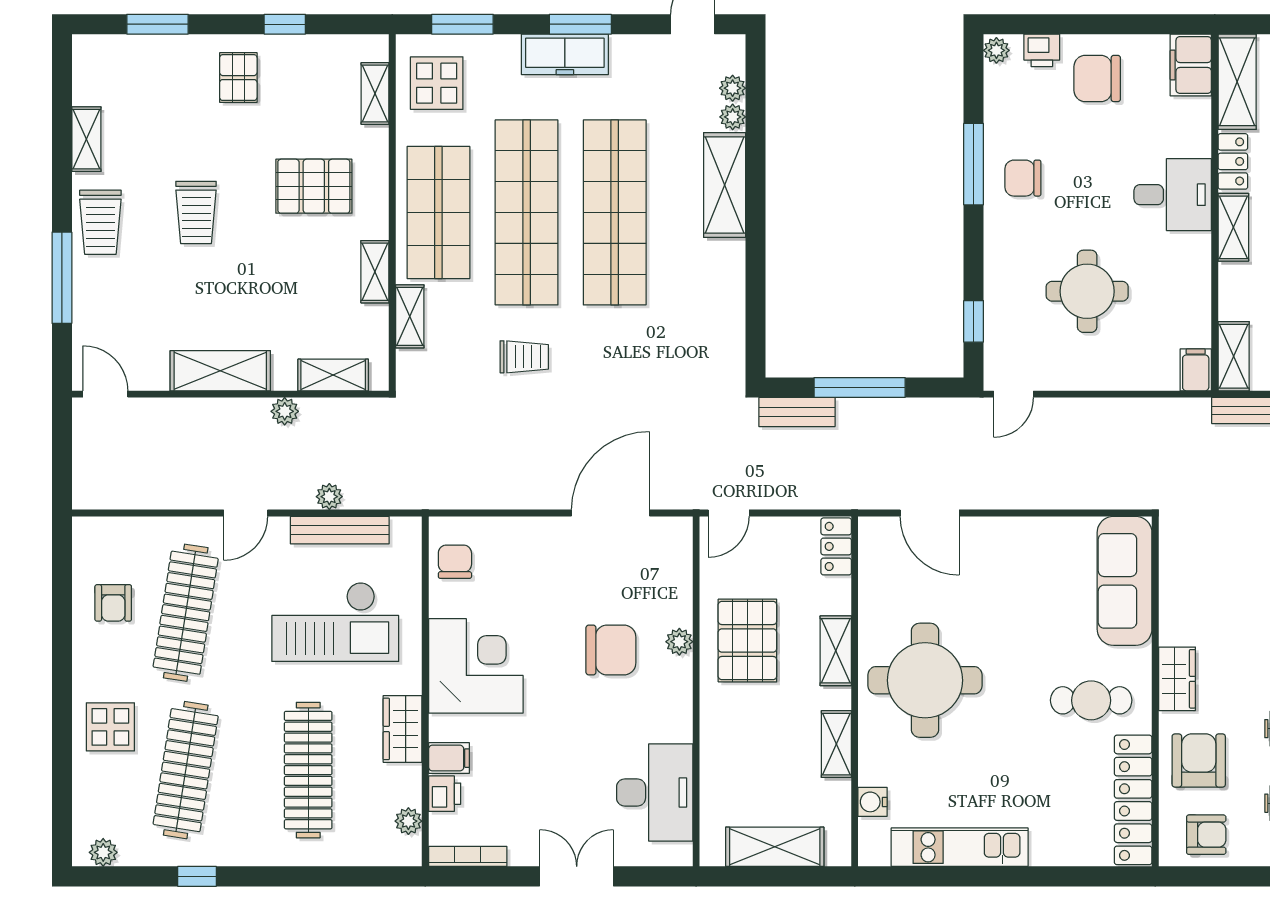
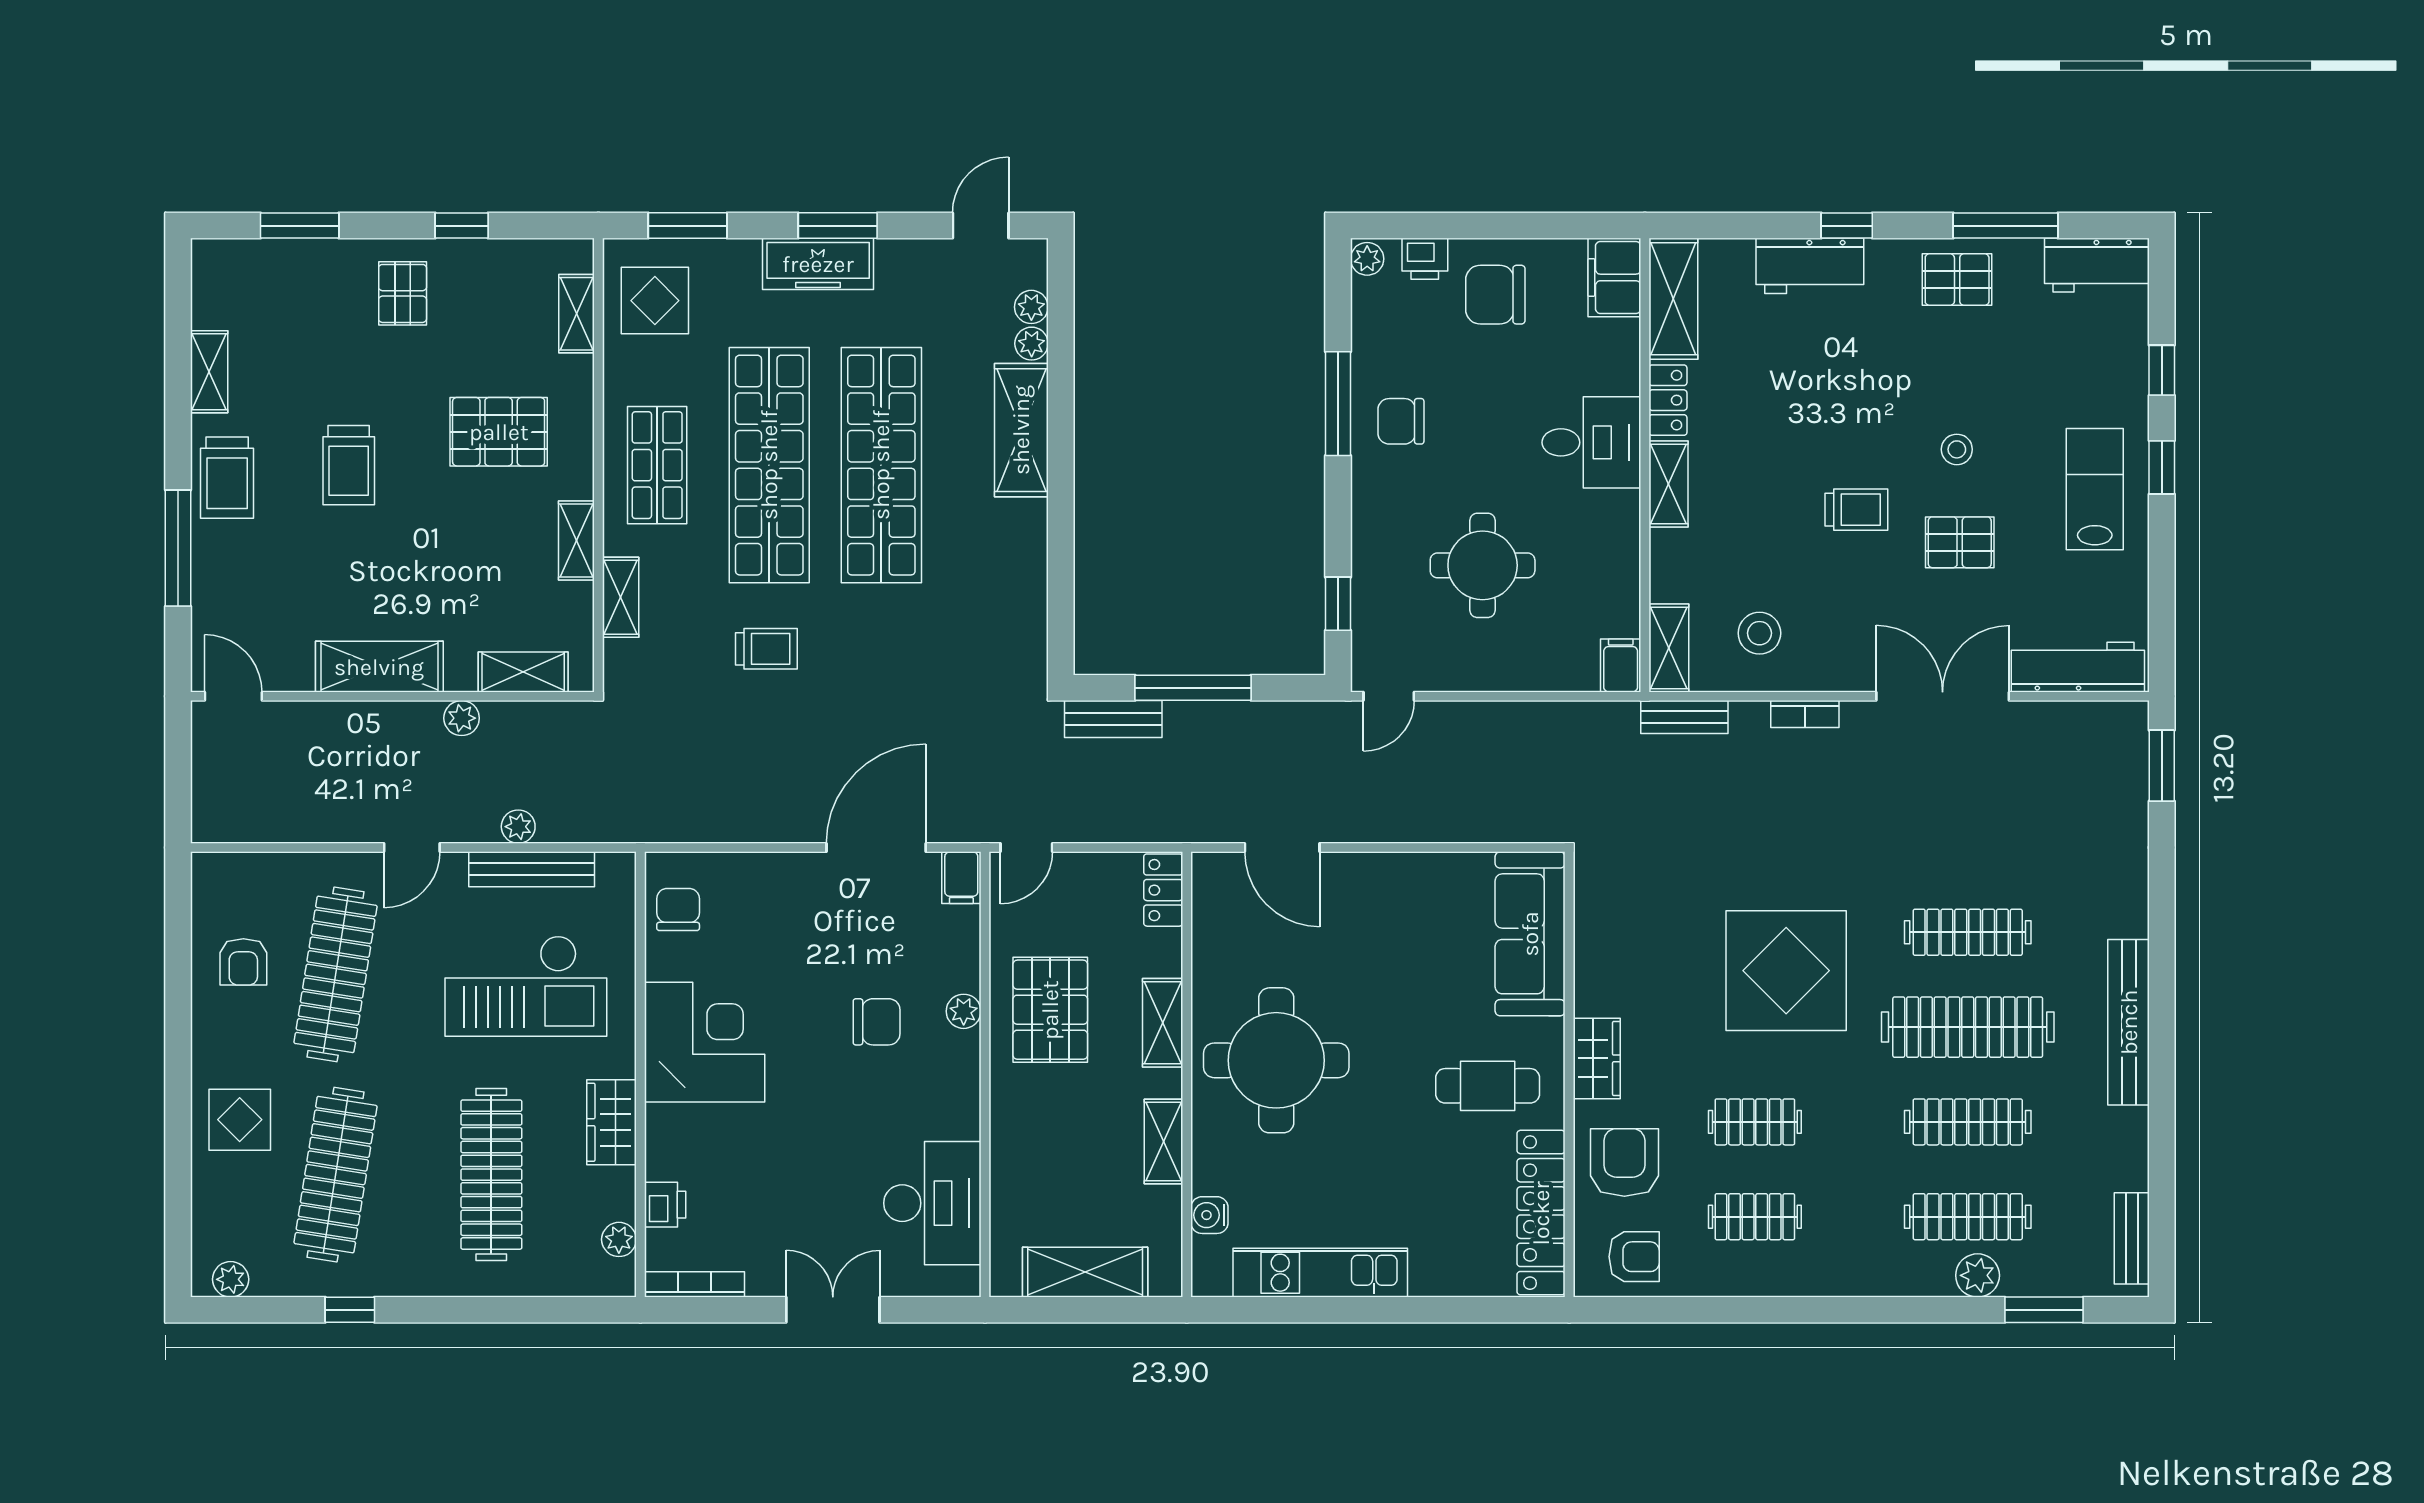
shop shelf: (438, 212) -> (657, 465), width x0.70, depth x0.74
chair: (611, 650) -> (877, 1022), width x0.73, depth x0.73
filing cabinet: (449, 758) -> (961, 878), moved, turned 90

